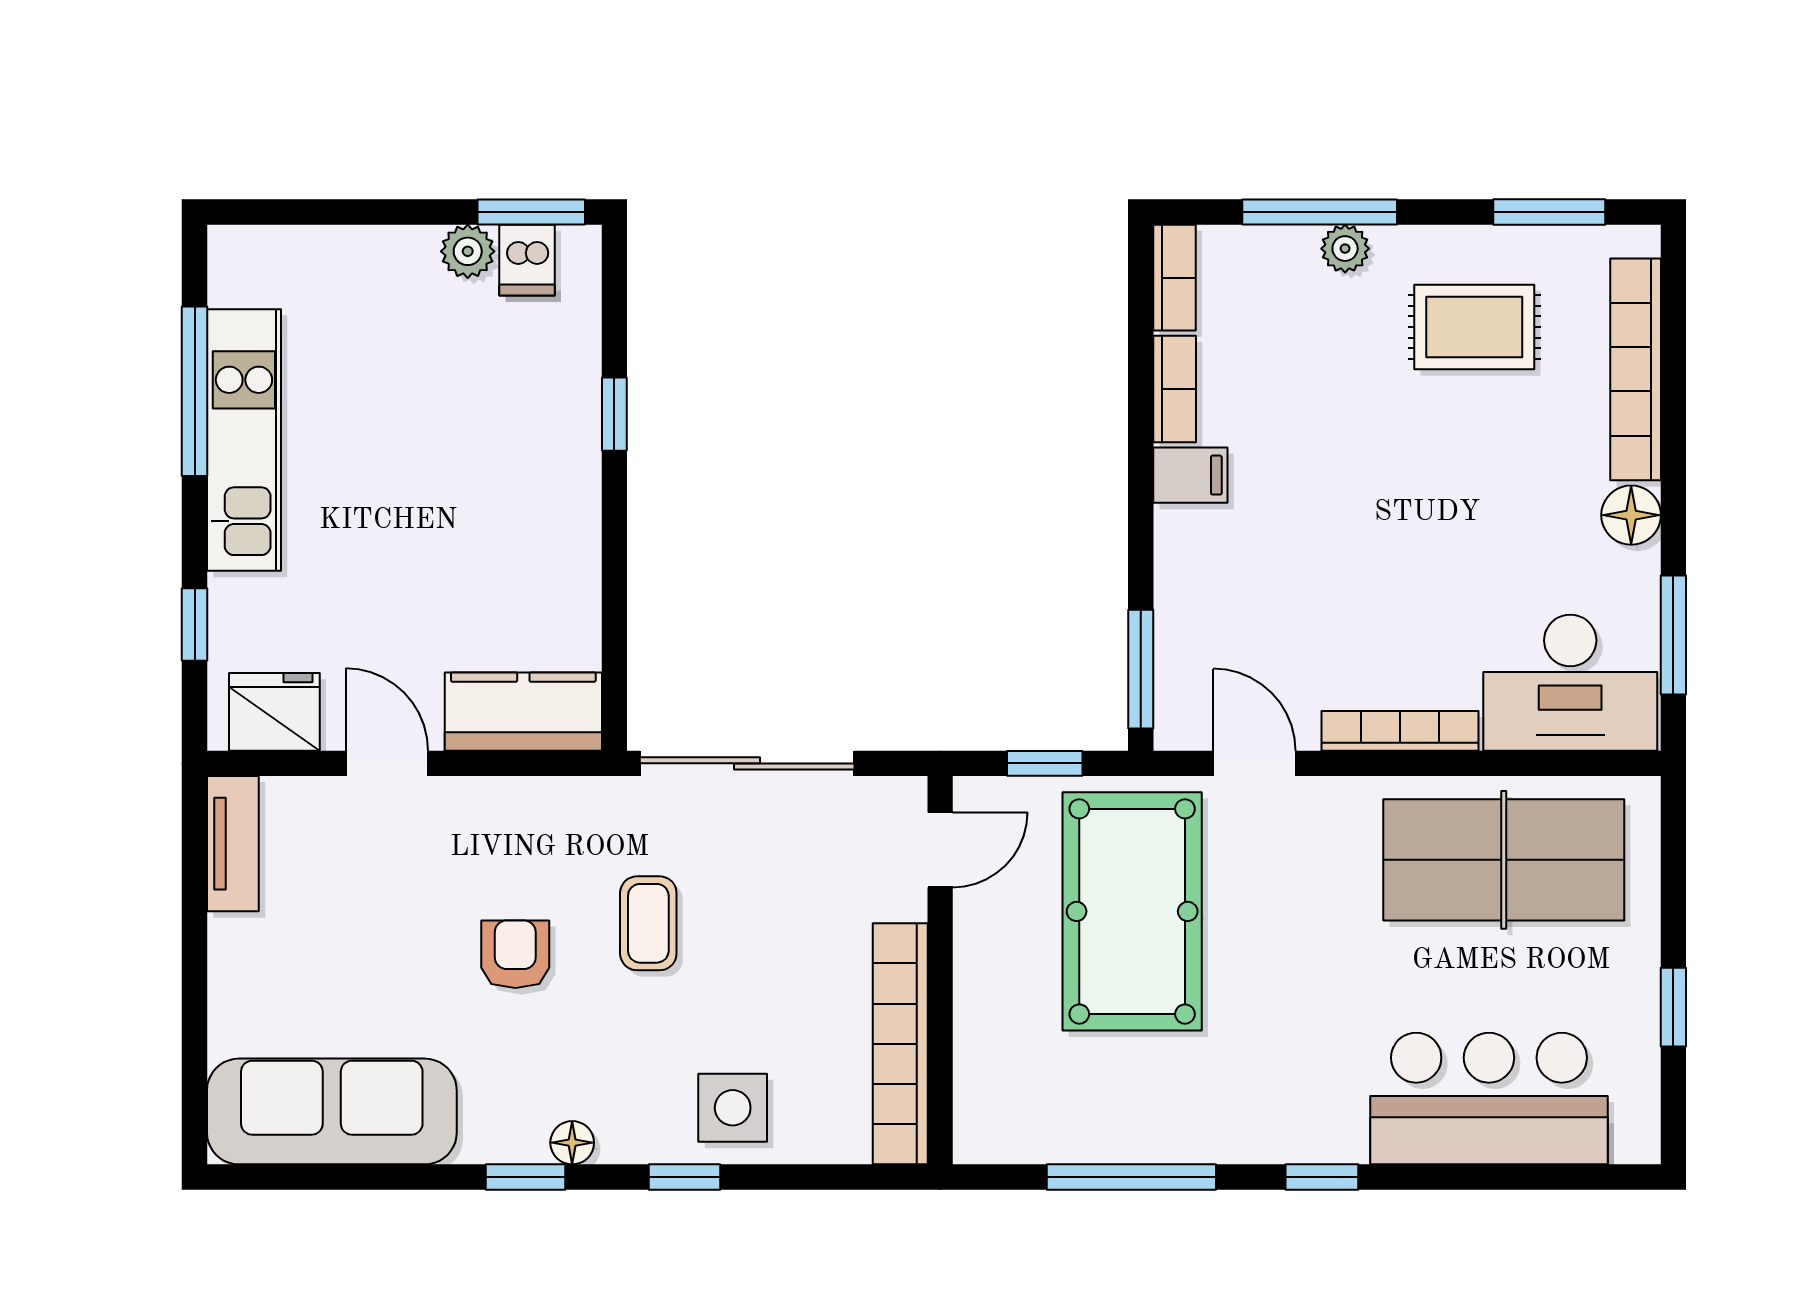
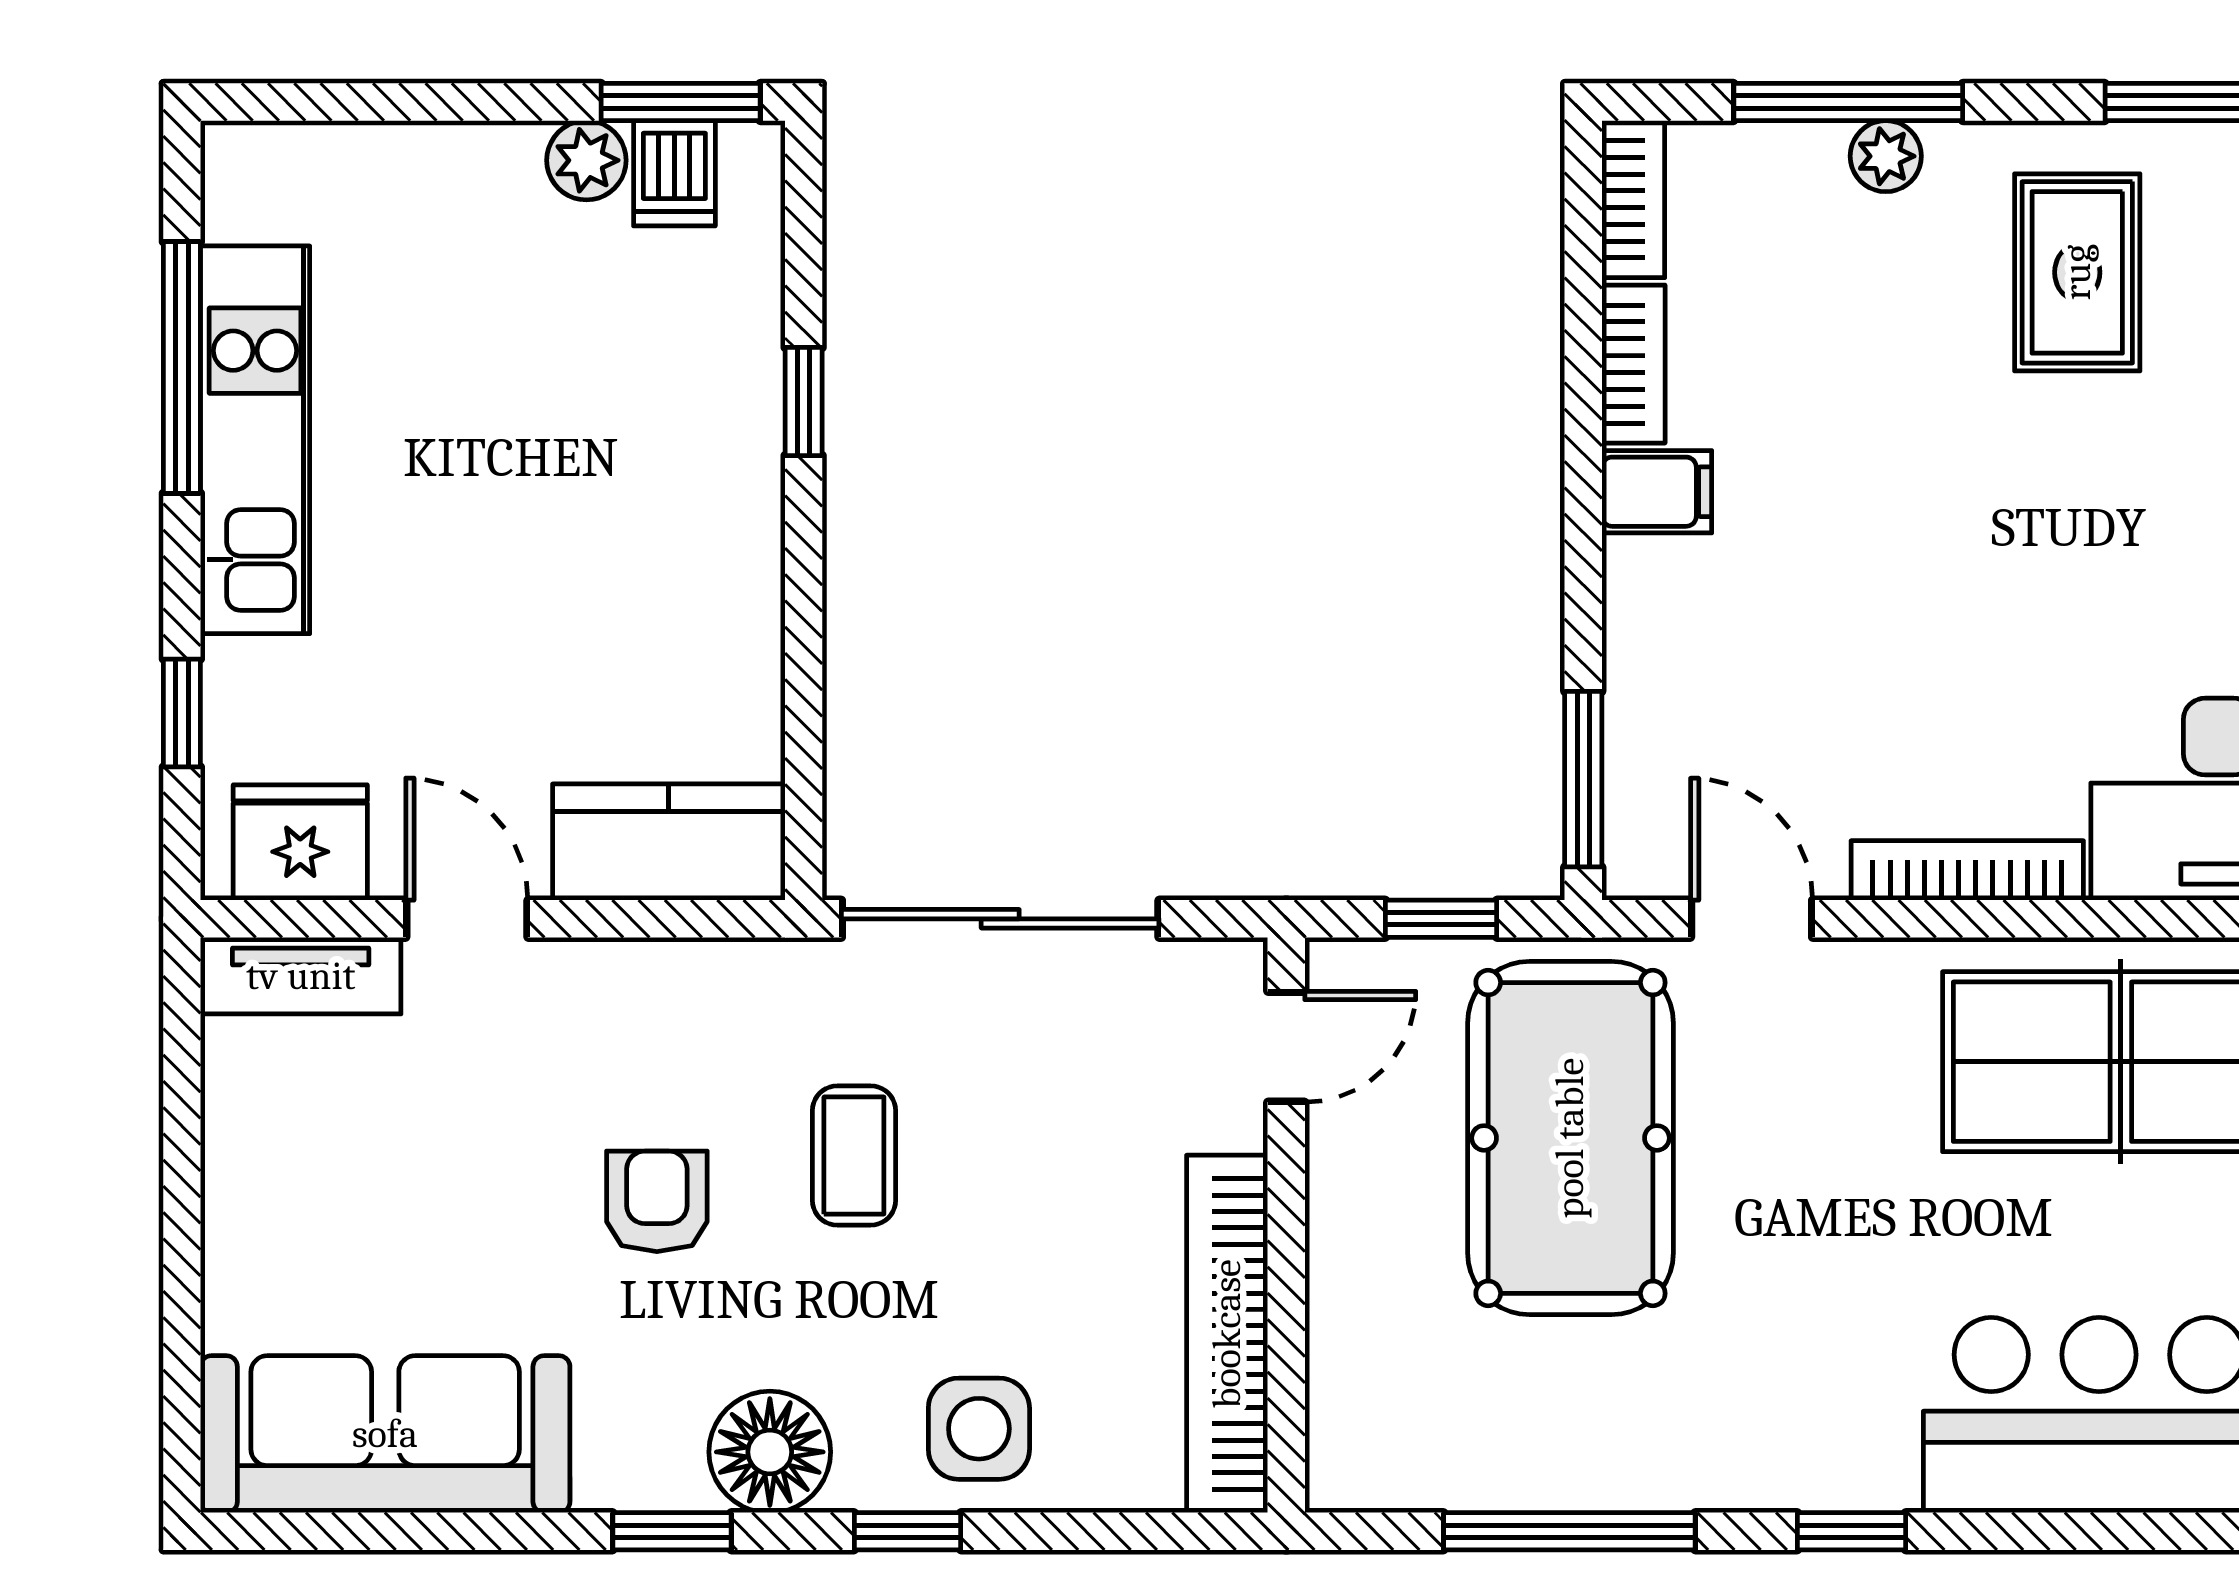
rug: (1474, 327) -> (2077, 272), turned 90
tv unit: (233, 844) -> (301, 976), moved, turned 90
floor lamp: (572, 1143) -> (770, 1452), width x1.89, depth x1.89

